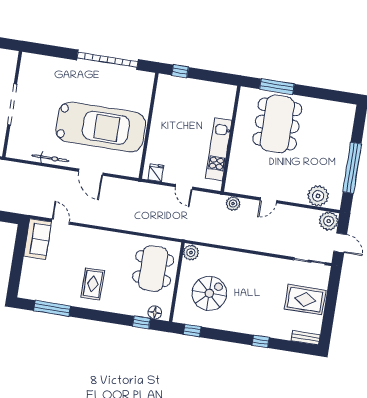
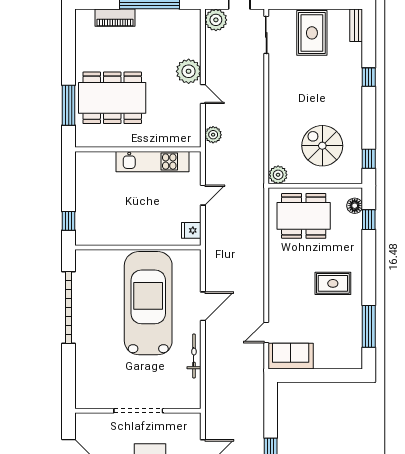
piano: (344, 137) -> (115, 18), added
plant: (318, 196) -> (189, 71), moved

